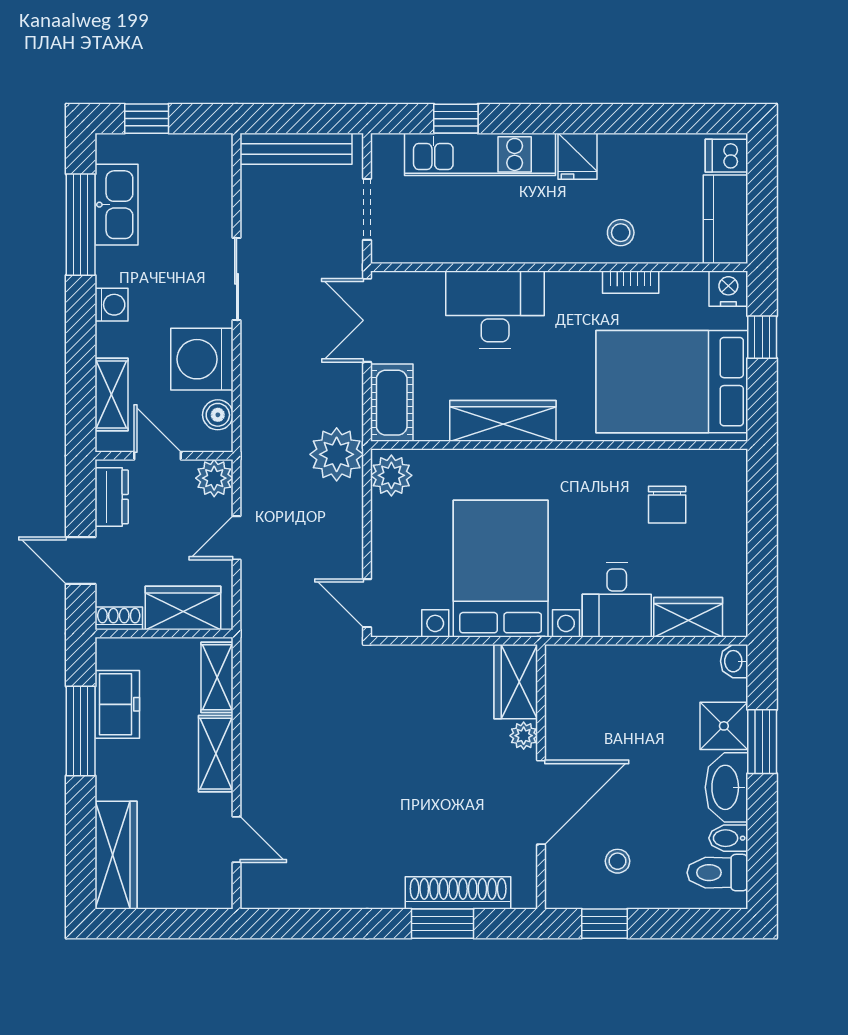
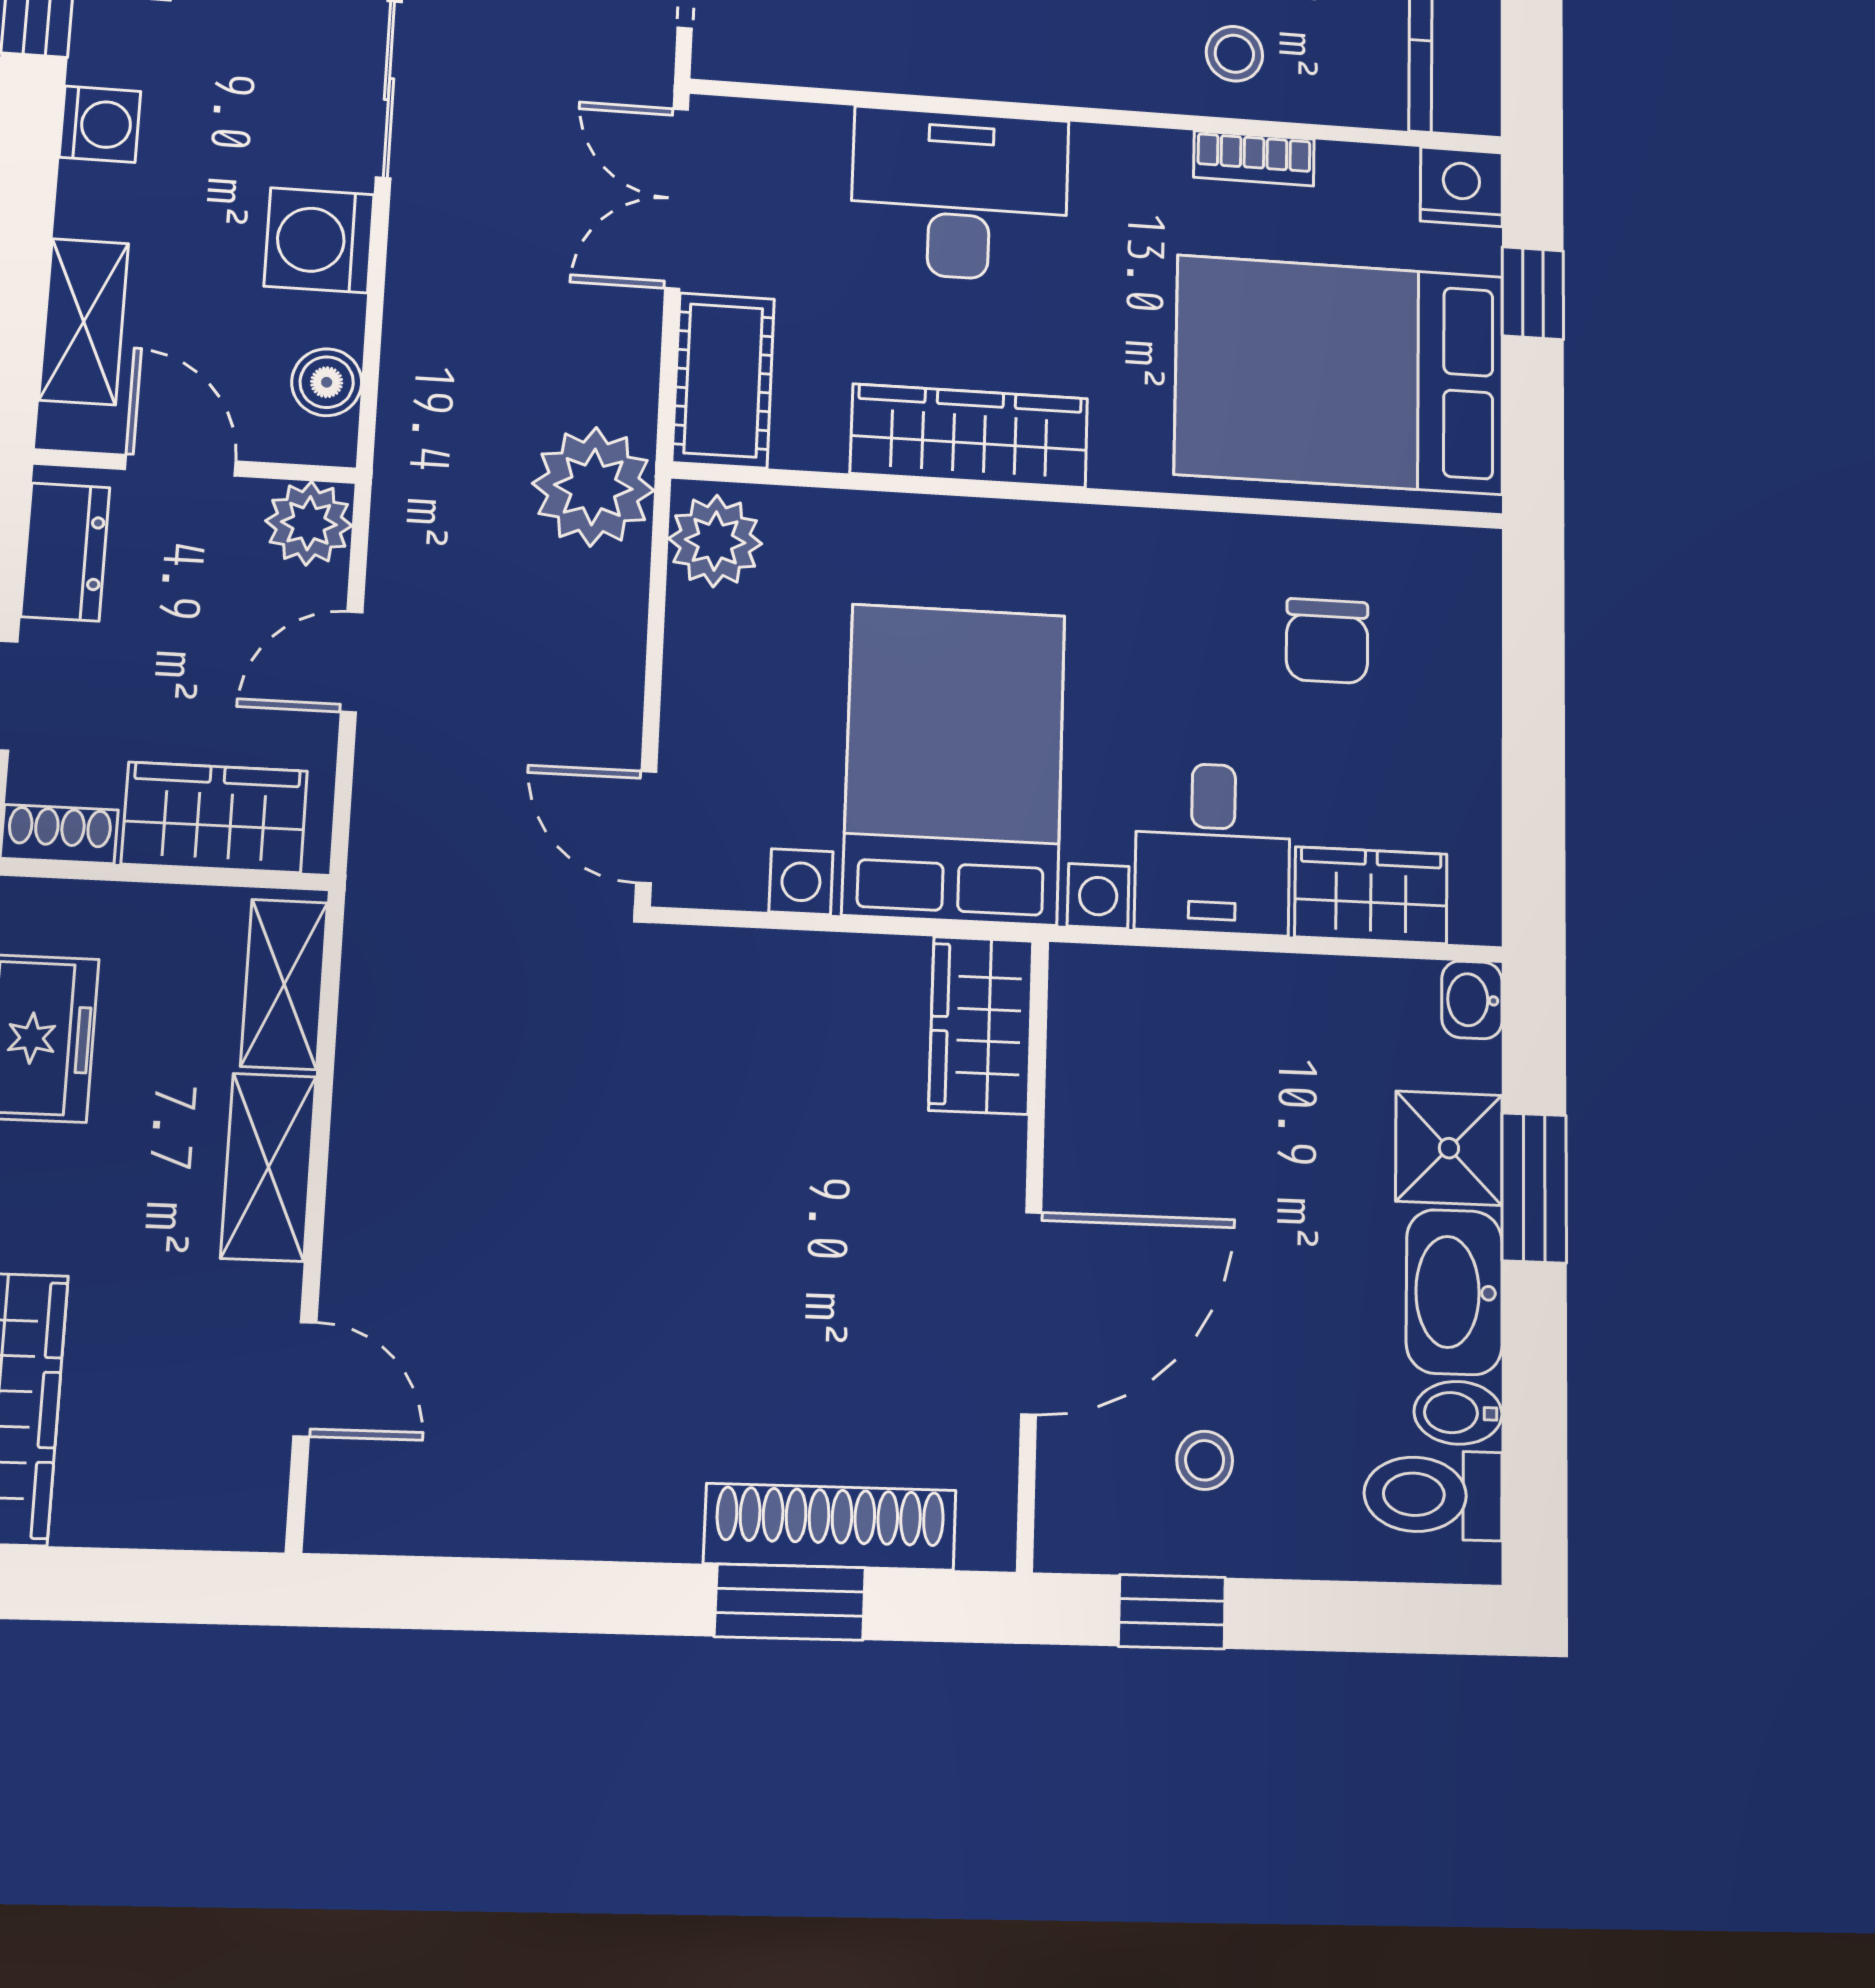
washing machine: (202, 359) -> (319, 240), width x0.73, depth x0.73
plant: (524, 736) -> (995, 1153), removed

